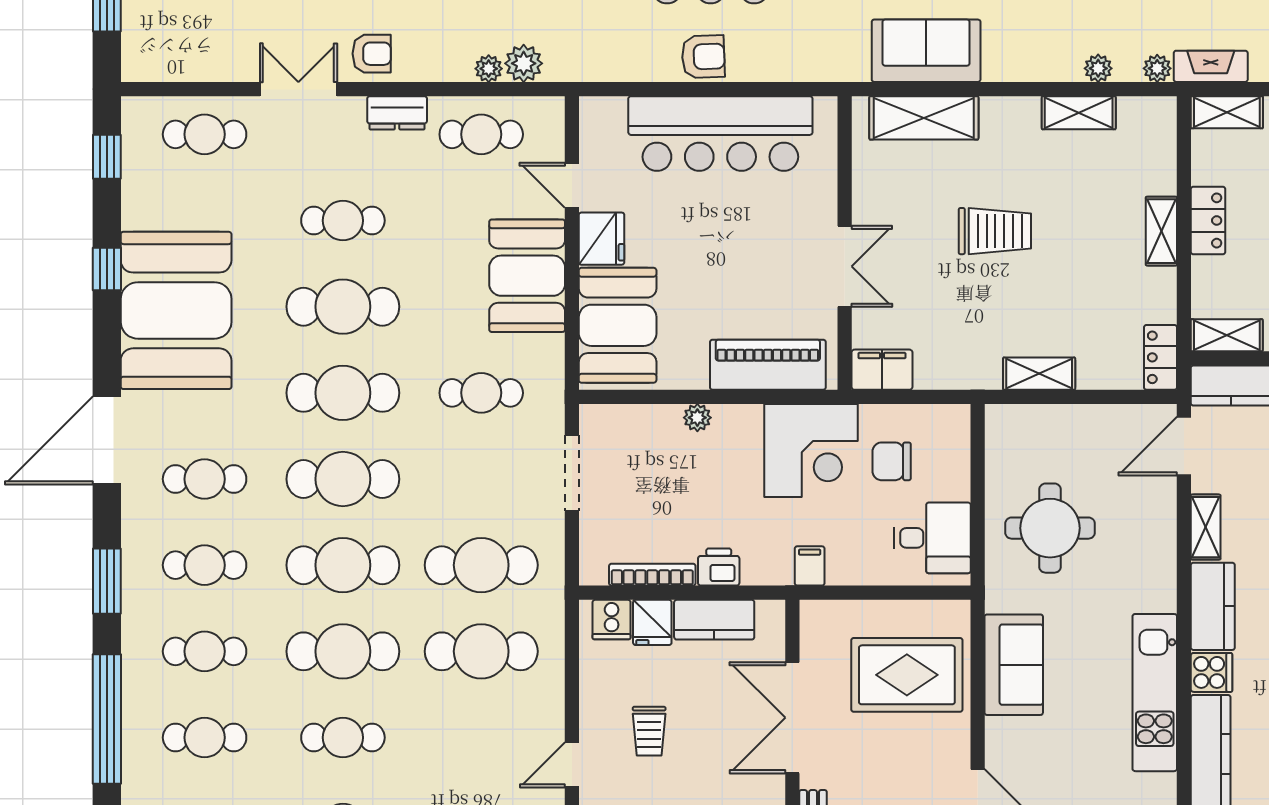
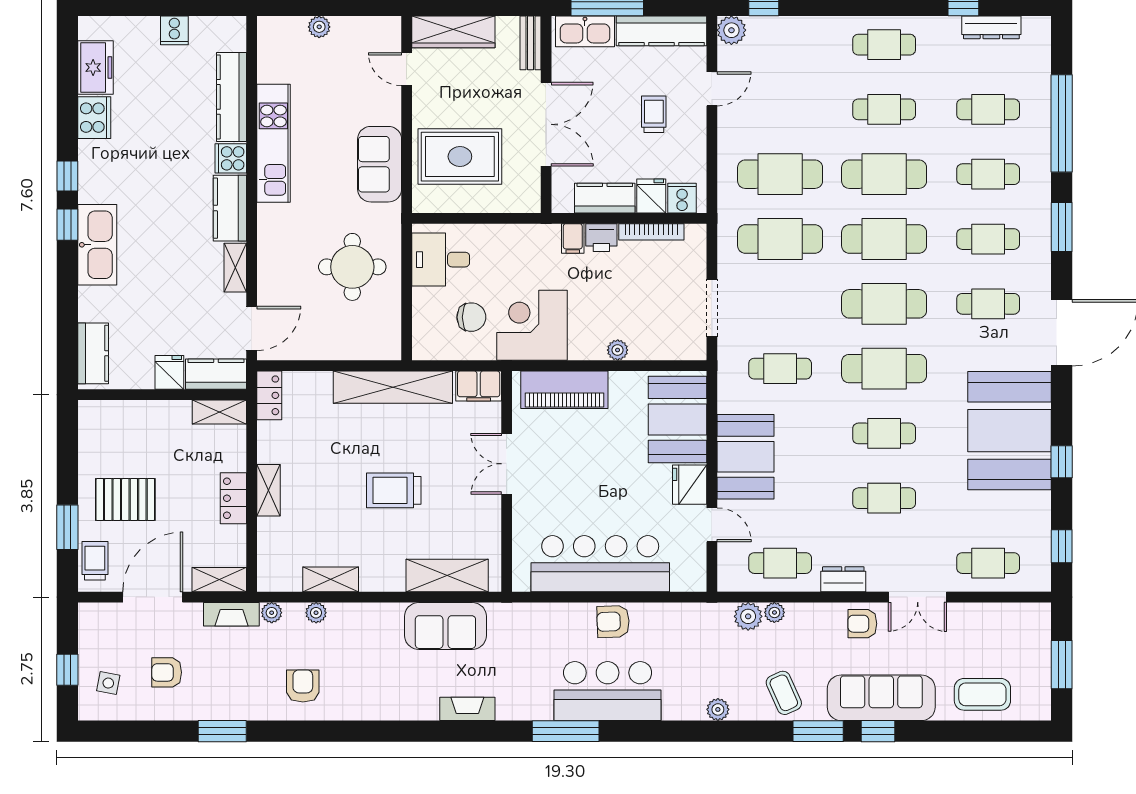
cafe table: (343, 307) -> (884, 433), width x0.73, depth x0.74
shelving: (1039, 374) -> (393, 387), width x2.20, depth x1.33
filing cabinet: (810, 566) -> (573, 238), moved

